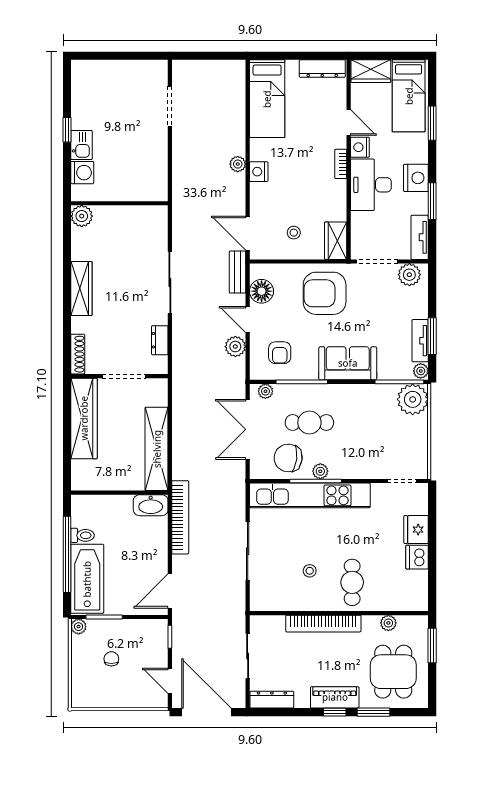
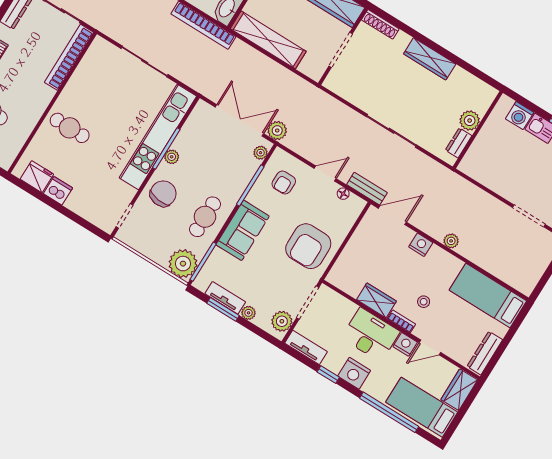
window: (432, 123) -> (389, 412), width x2.11
nightstand: (259, 172) -> (421, 245), moved
window: (432, 201) -> (328, 375), width x0.67
plant: (82, 216) -> (470, 121), moved
stool: (294, 233) -> (424, 302), moved
wardrobe: (336, 241) -> (376, 300), moved
floor lamp: (262, 291) -> (343, 194), width x0.53, depth x0.53
armchair: (325, 293) -> (308, 246), turned 180
dresser: (160, 340) -> (459, 143), moved, turned -90
plant: (235, 347) -> (277, 131), moved
armchair: (280, 353) -> (284, 183), turned -90
plant: (421, 371) -> (249, 313), moved
cafe table: (309, 423) -> (205, 217), moved
chair: (288, 458) -> (163, 194), moved
fridge: (416, 530) -> (37, 177), moved
stool: (310, 571) -> (99, 100), removed
plant: (388, 623) -> (20, 137), removed
bookcase: (323, 624) -> (69, 57), moved

